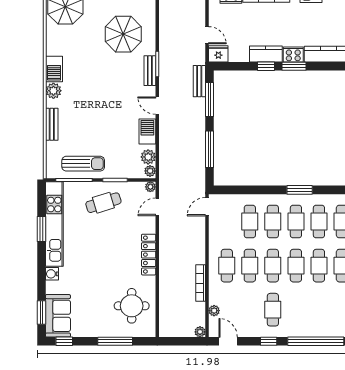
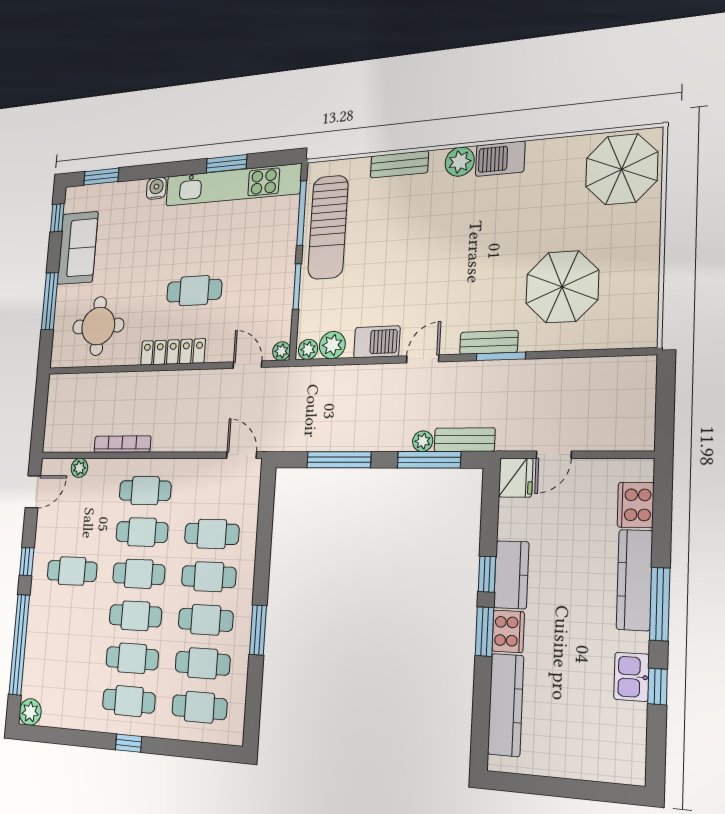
sun lounger: (83, 164) -> (328, 227), width x1.36, depth x1.34
cafe table: (103, 203) -> (194, 291), moved, turned -73
sofa: (58, 316) -> (78, 248), moved, turned -90
plant: (200, 332) -> (423, 441), moved

